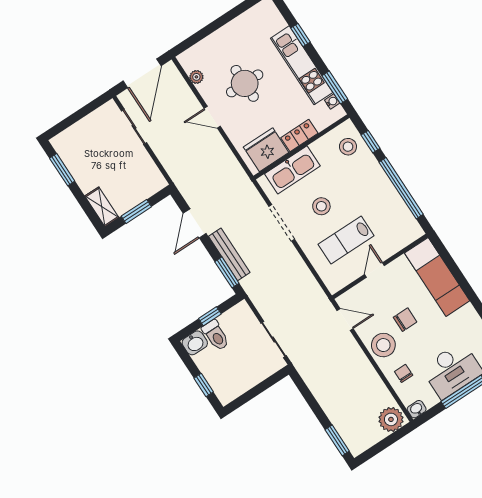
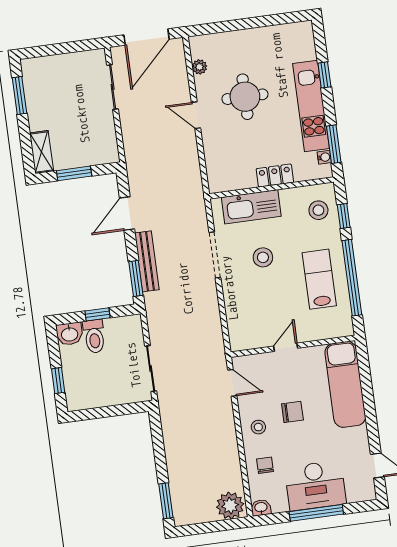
fridge: (266, 150) -> (234, 174), removed
lab bench: (346, 240) -> (319, 279), moved, turned 90
stool: (383, 345) -> (258, 427), width x0.53, depth x0.53

